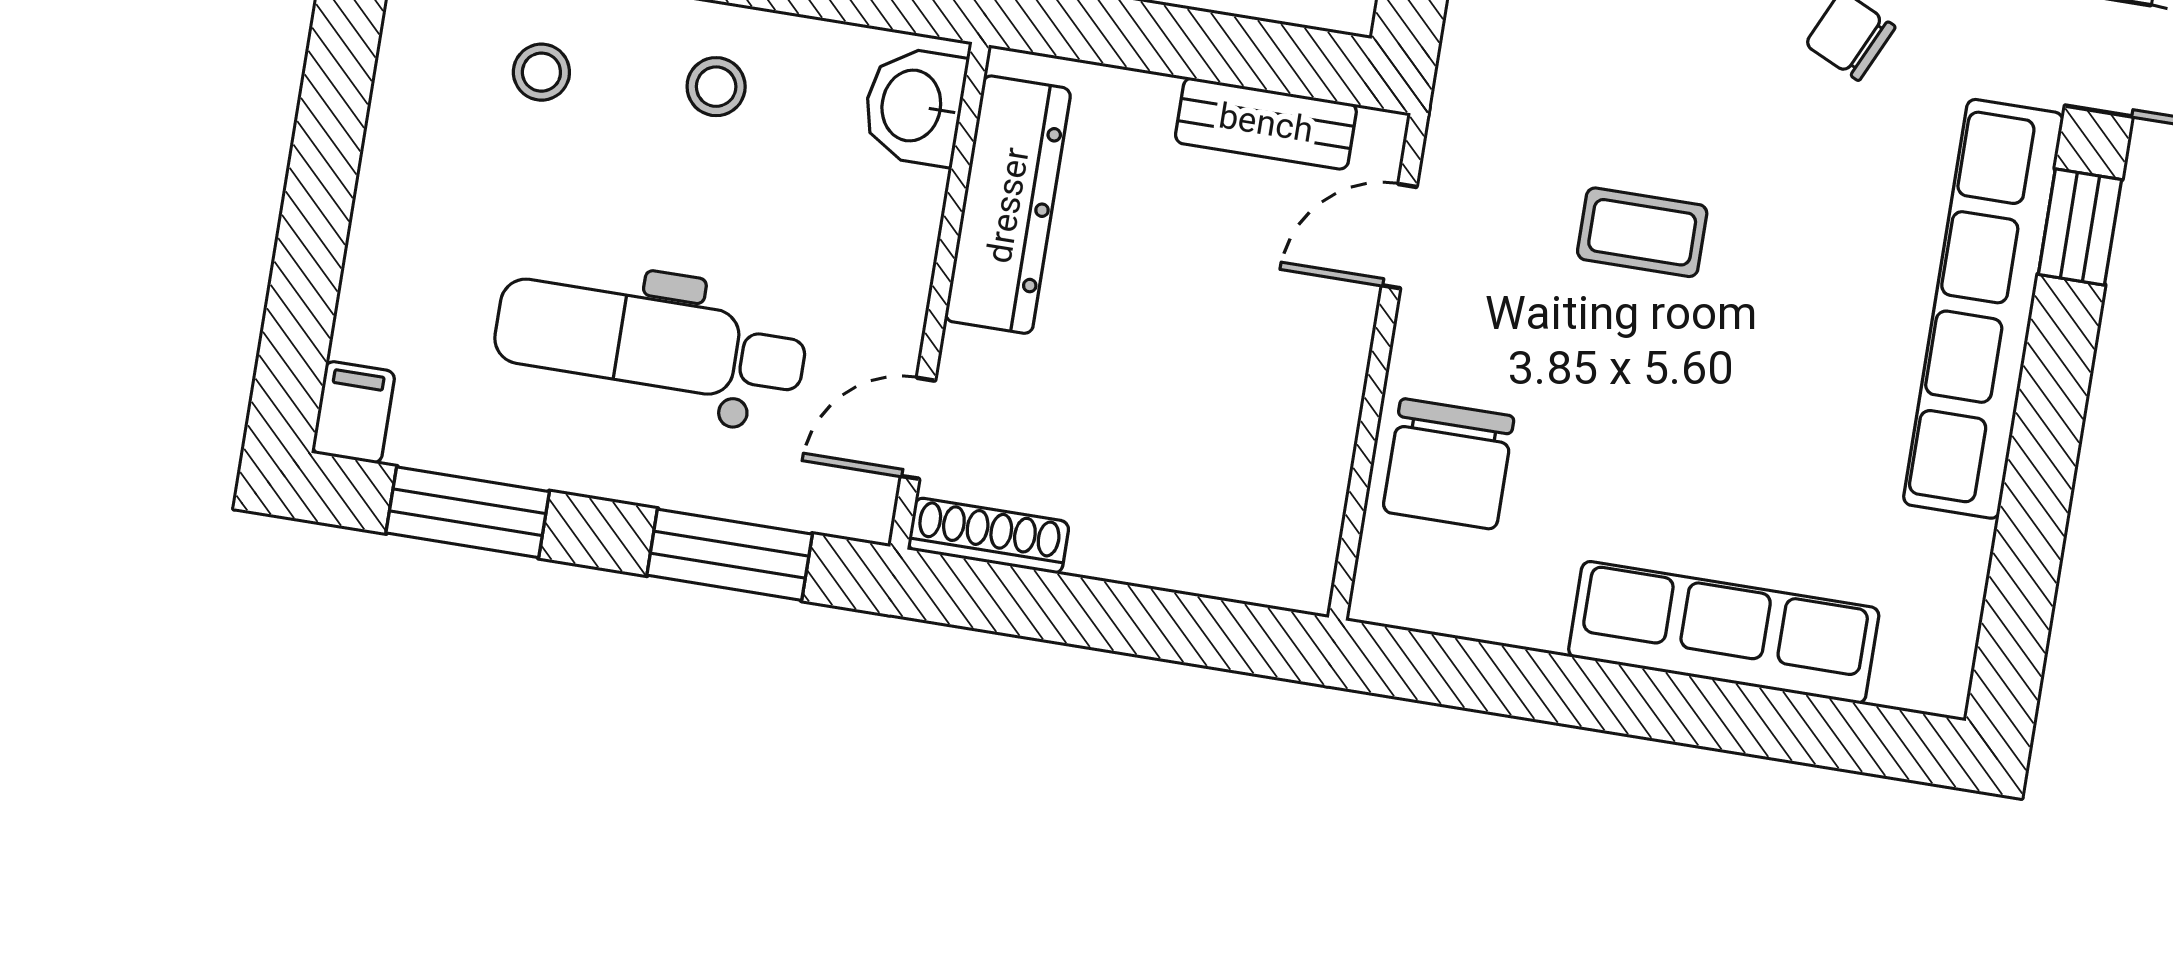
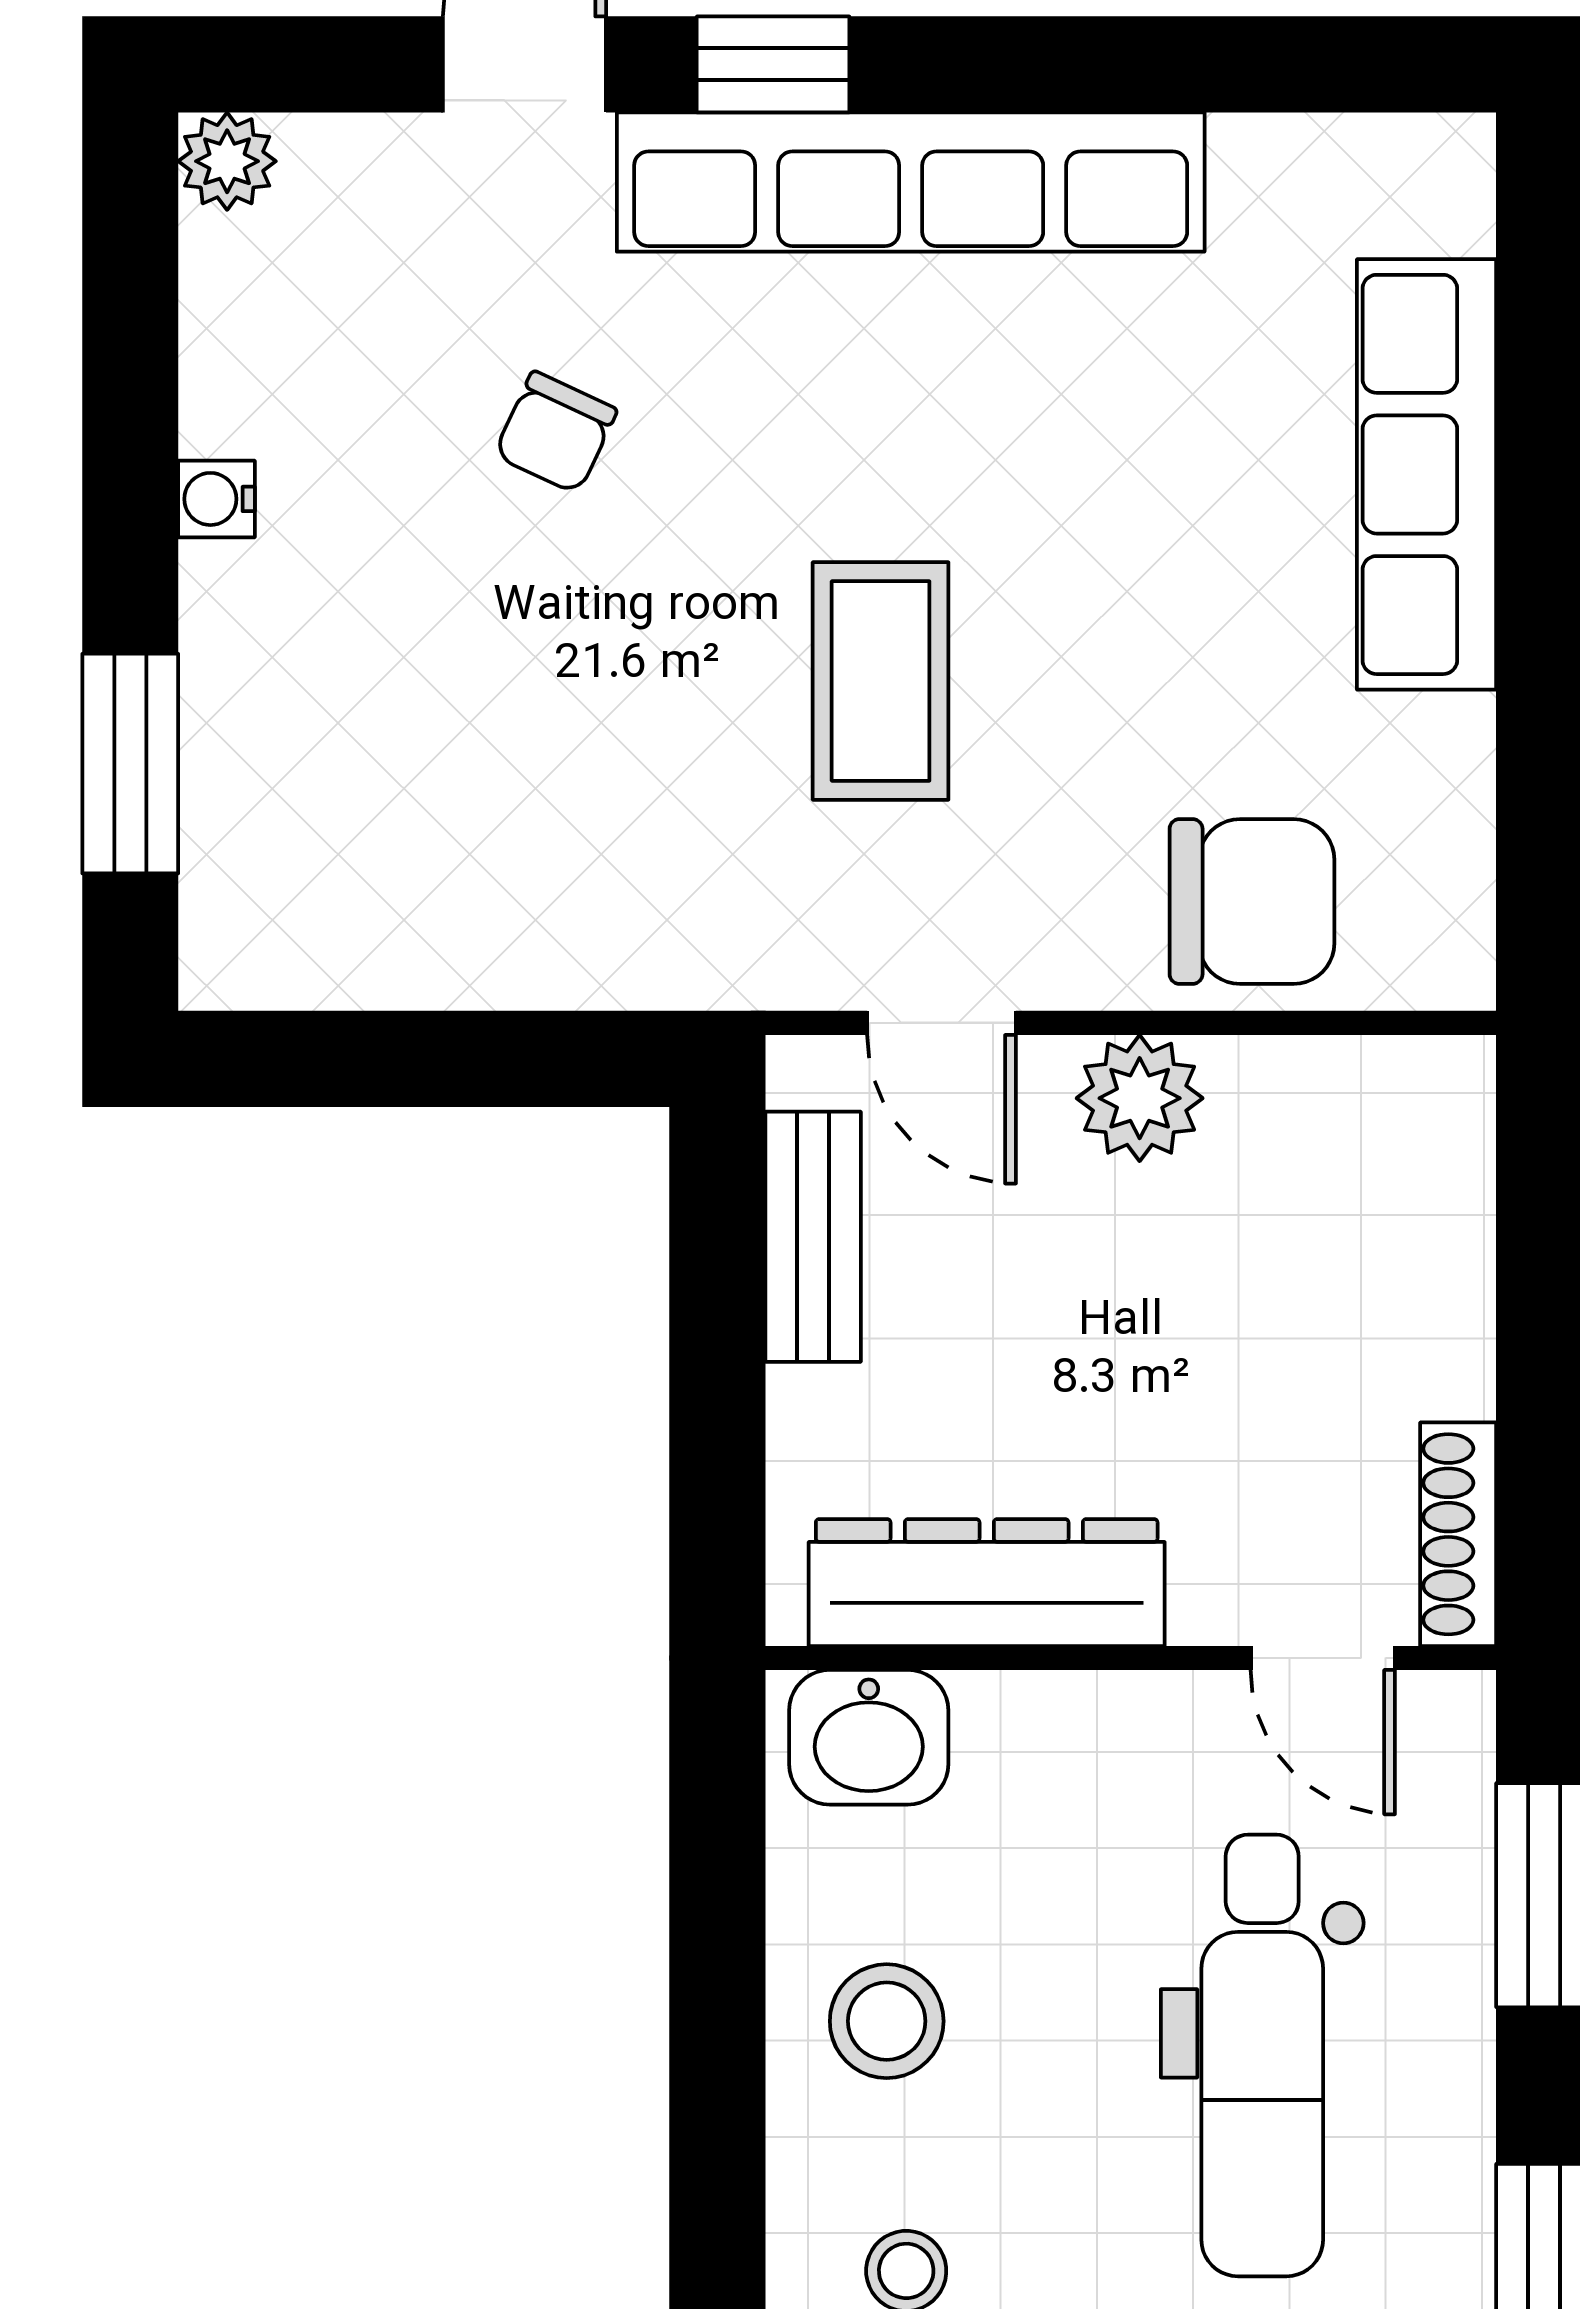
stool: (716, 87) -> (887, 2021), width x1.37, depth x1.37
coffee table: (1642, 232) -> (881, 681), width x1.36, depth x1.30
plant: (1325, 364) -> (1140, 1098), added

